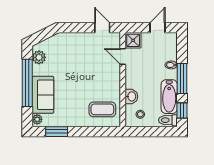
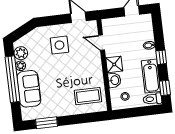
shower: (133, 40) -> (114, 64), moved
side table: (79, 54) -> (59, 45), added
window: (182, 79) -> (161, 57), width x0.46
plant: (37, 119) -> (21, 66), moved

